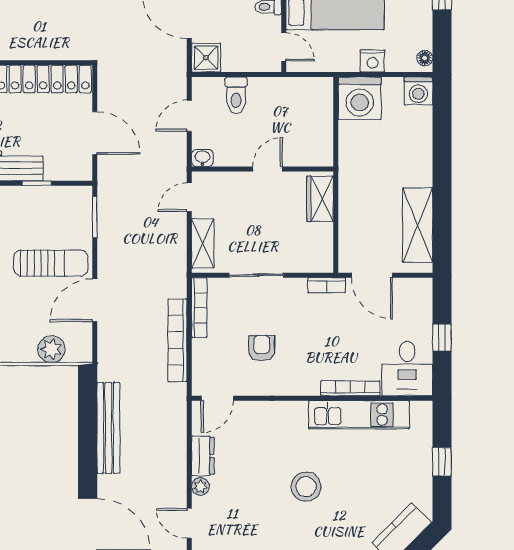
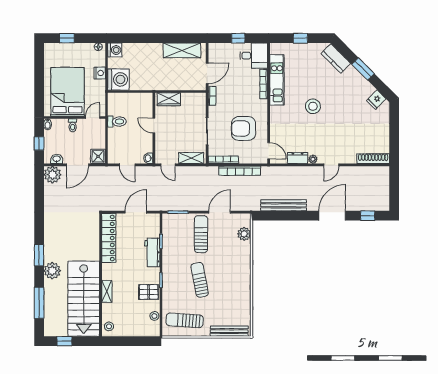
toilet: (236, 95) -> (117, 122), moved
door: (95, 300) -> (220, 212), swing flipped
armchair: (262, 348) -> (244, 128), width x1.88, depth x1.88

